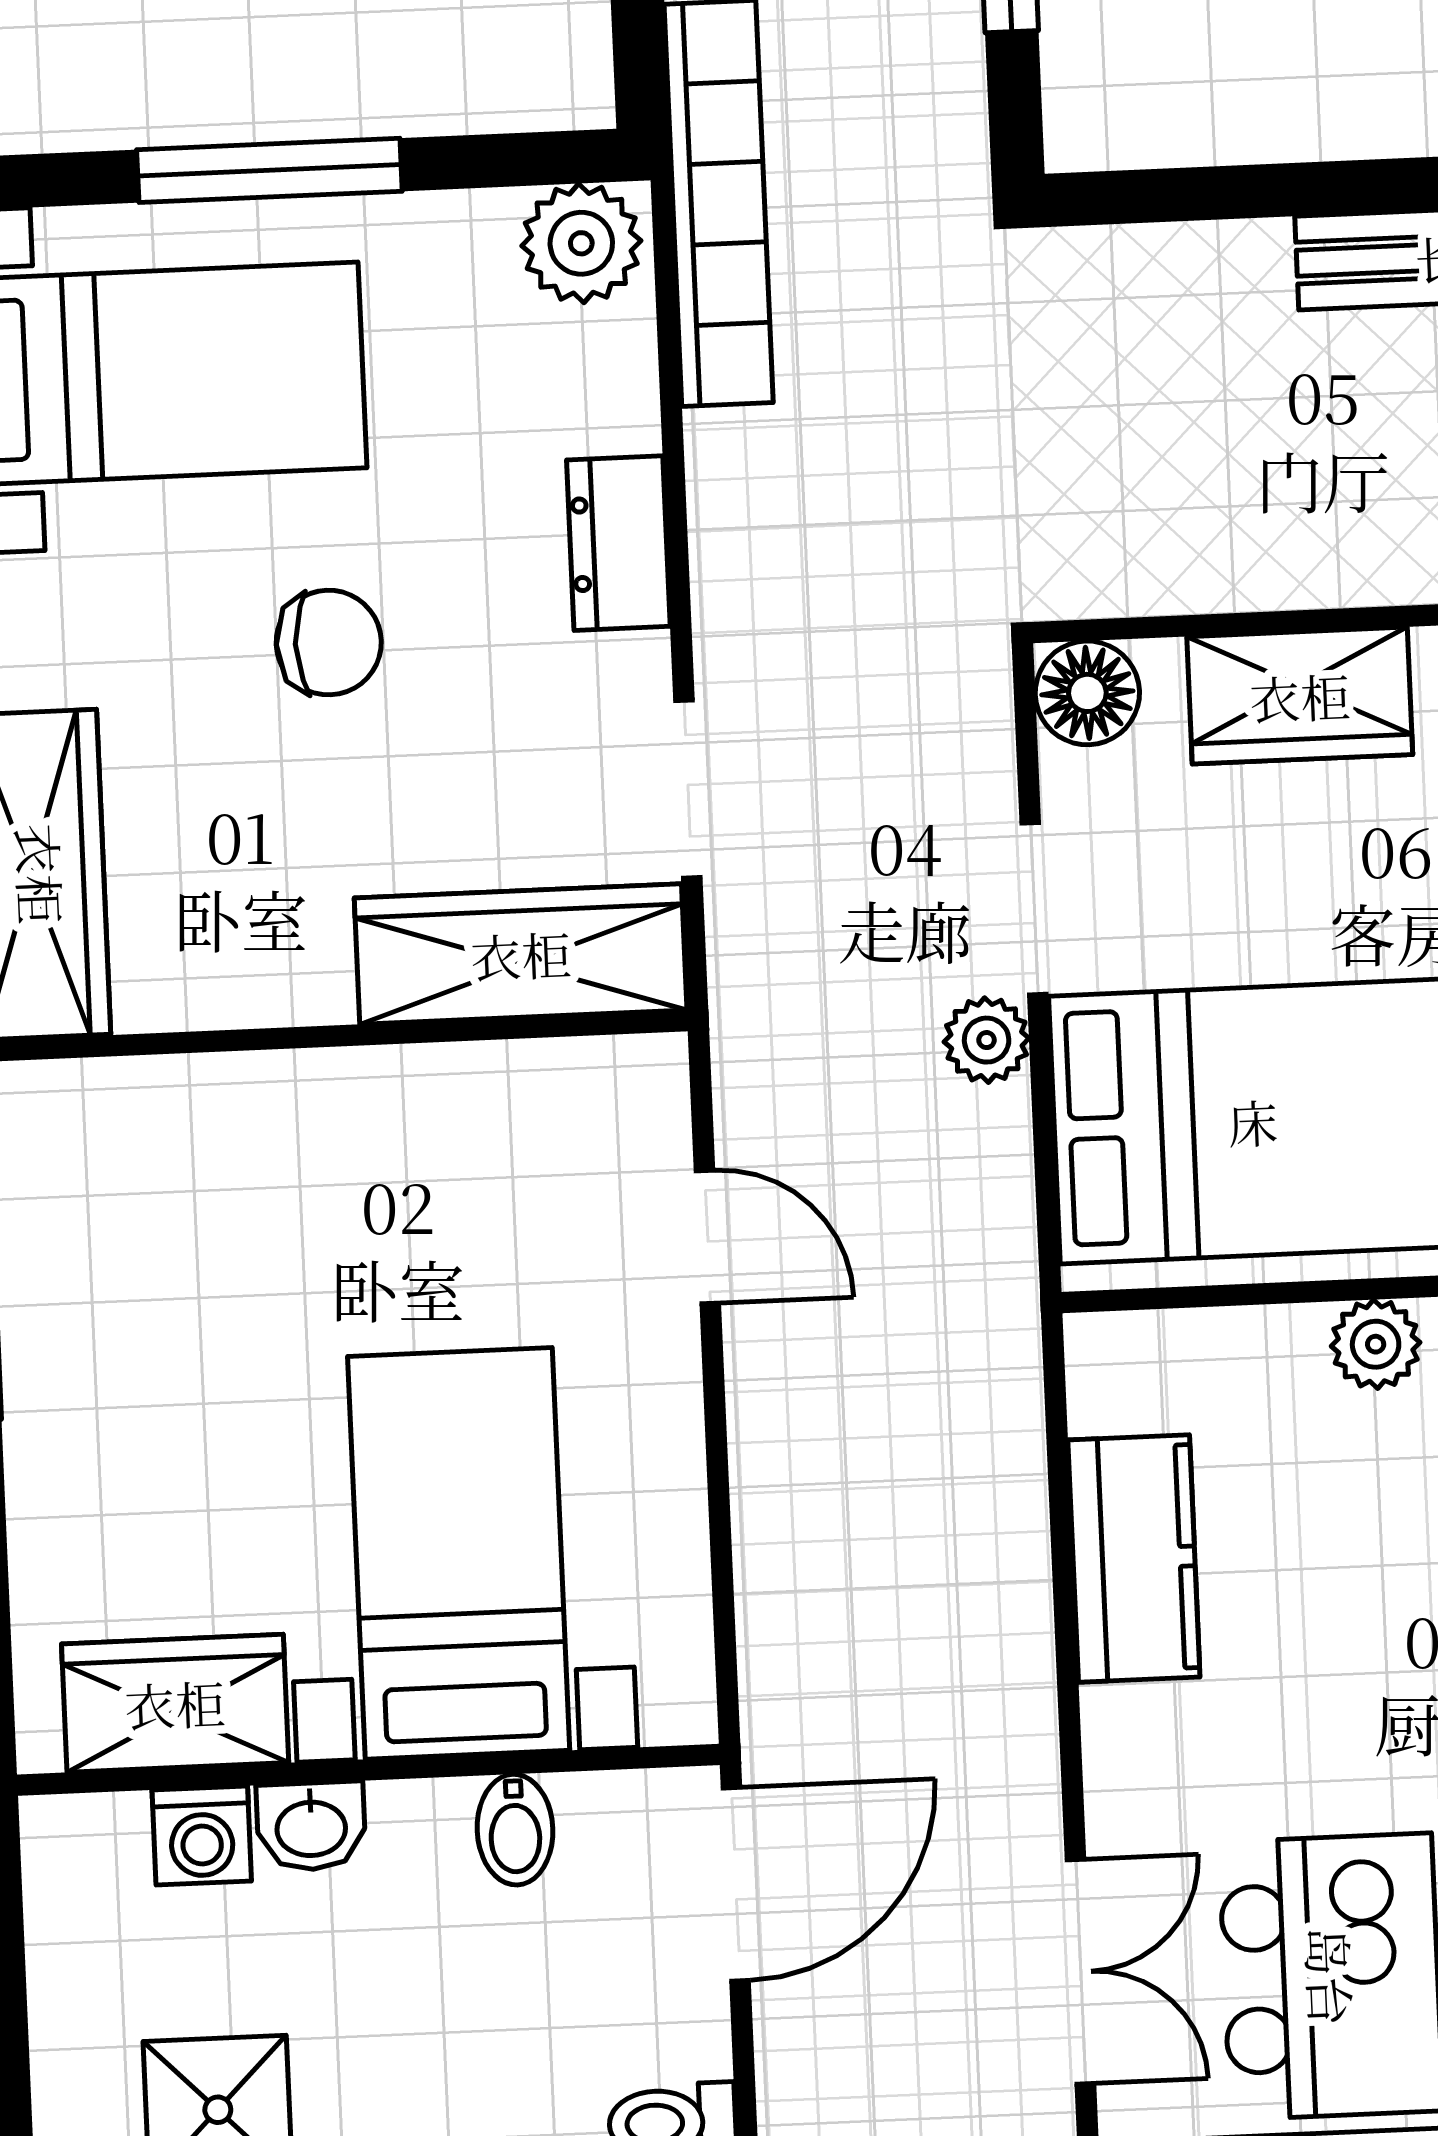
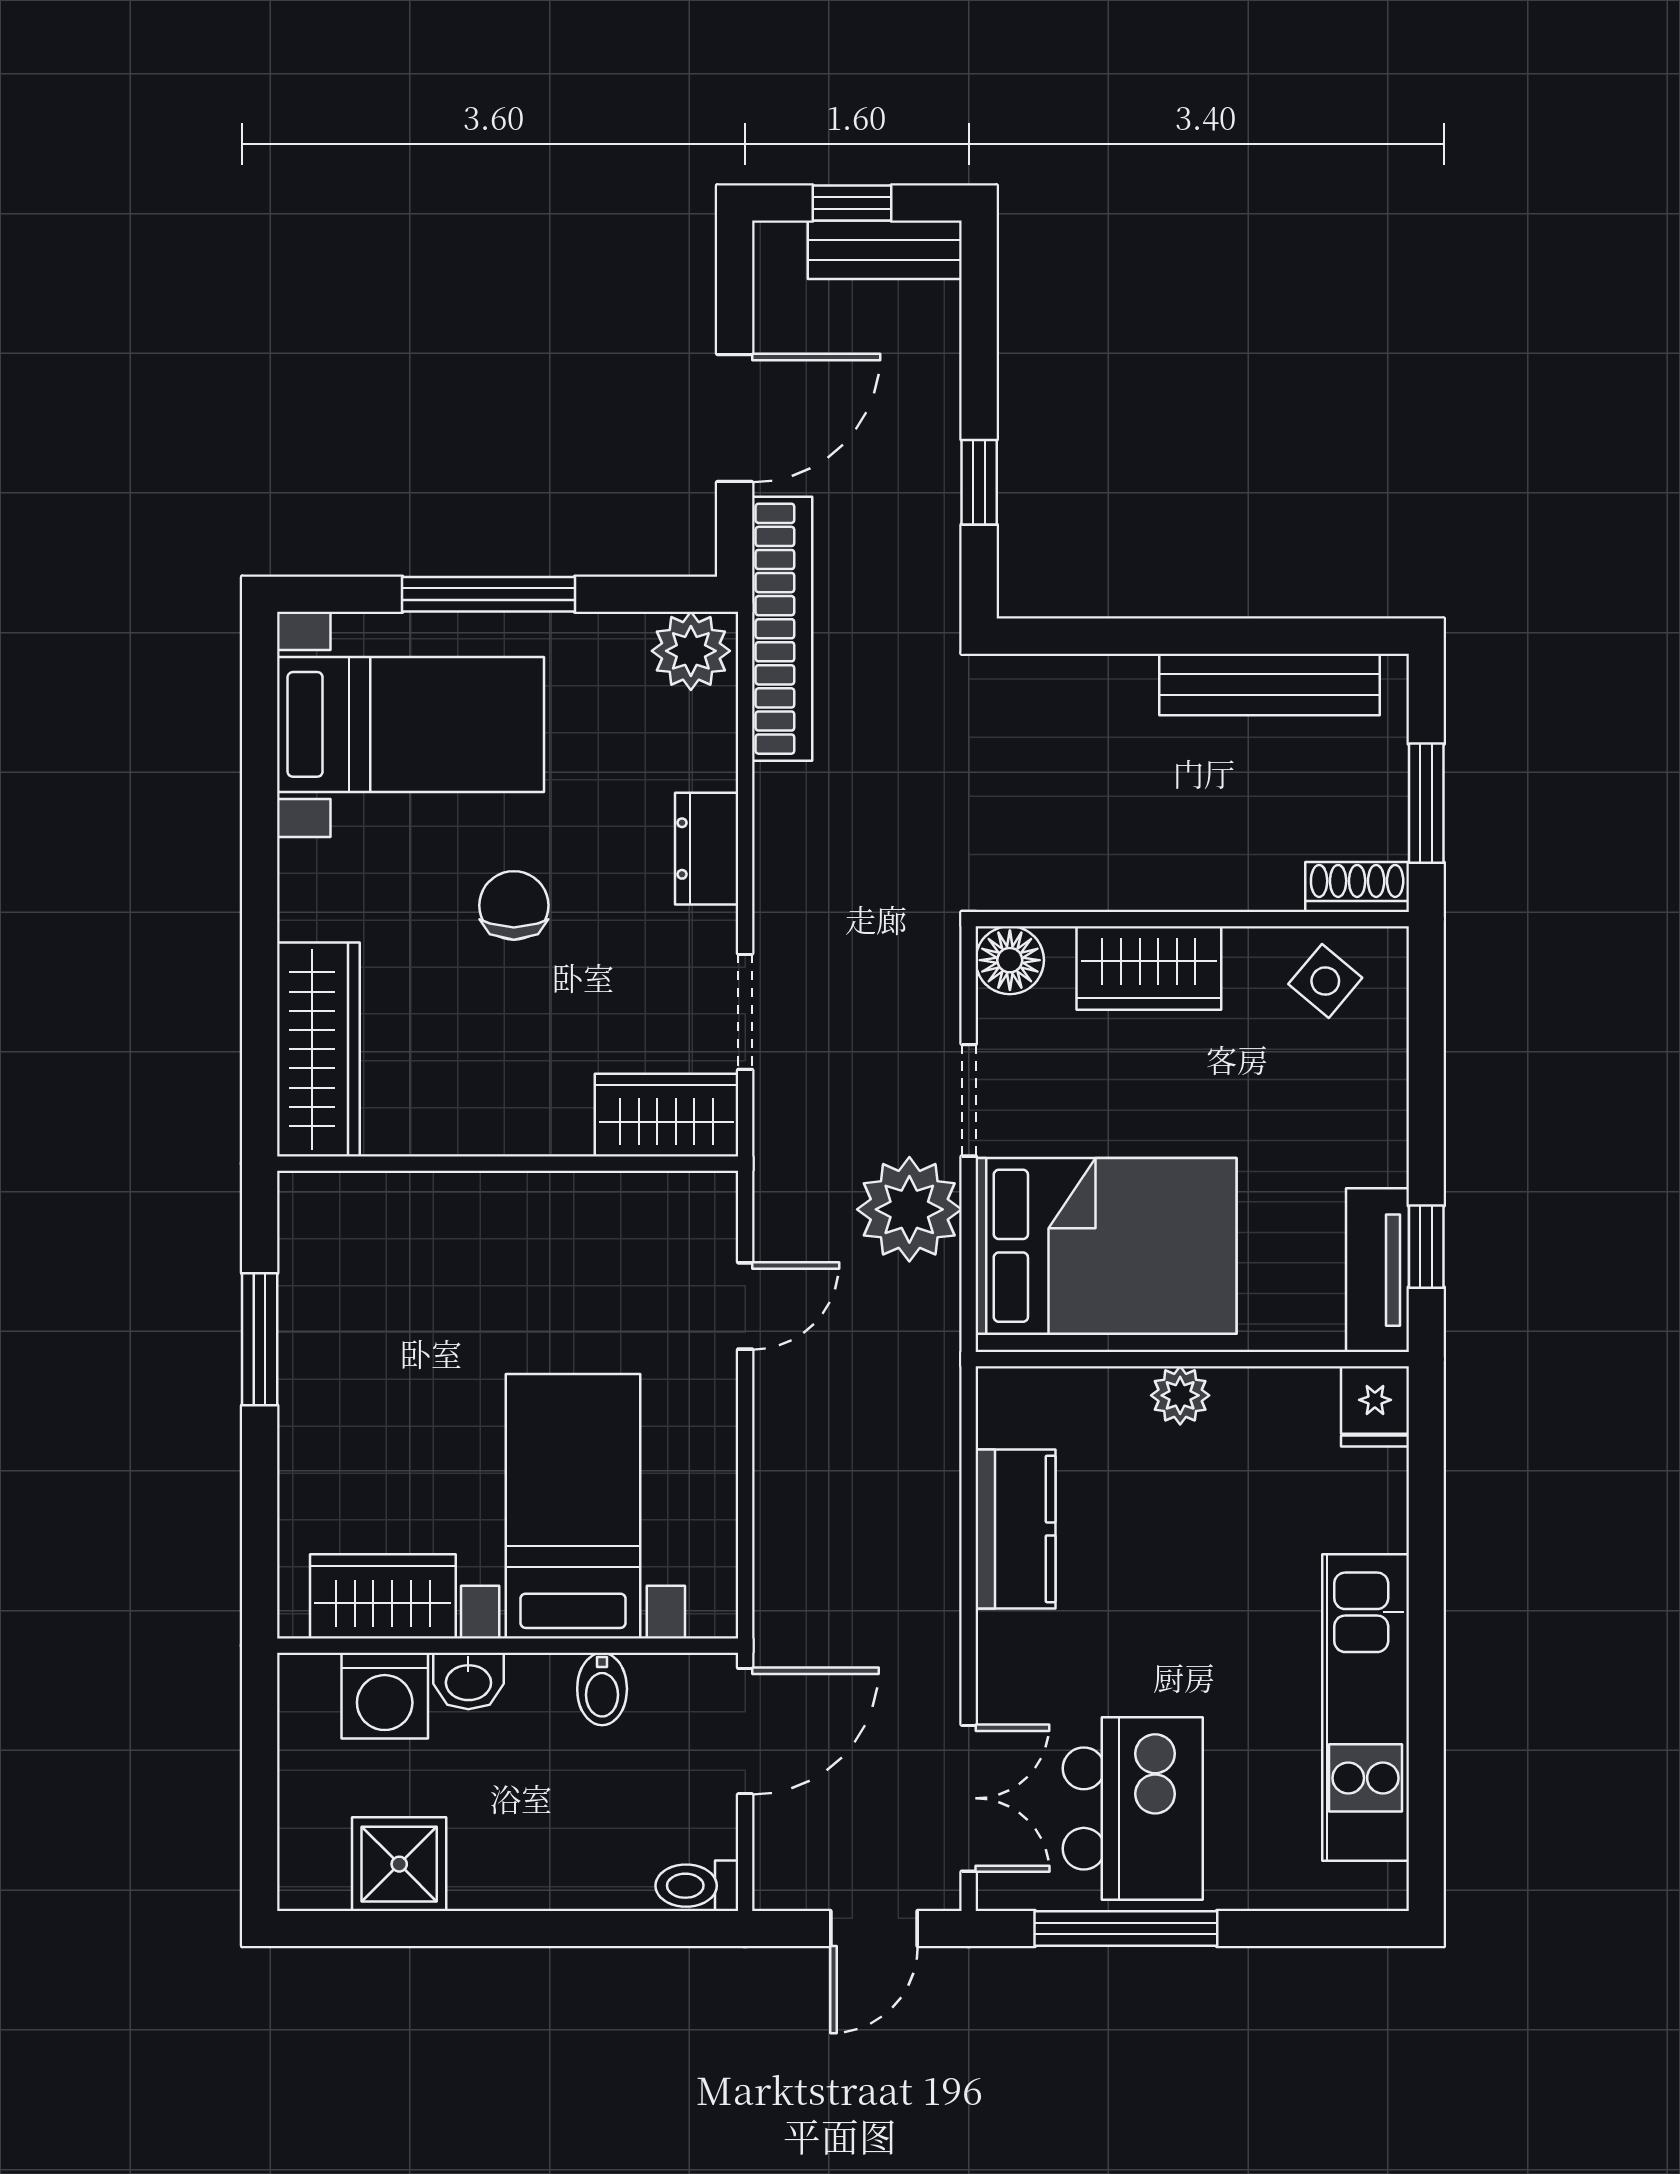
chair: (329, 643) -> (514, 905), turned -90
wardrobe: (521, 954) -> (667, 1115), width x0.67
plant: (987, 1040) -> (909, 1209), width x1.87, depth x1.87
door: (707, 1237) -> (745, 1306), hinge flipped
washing machine: (202, 1835) -> (385, 1696), width x1.38, depth x1.38

